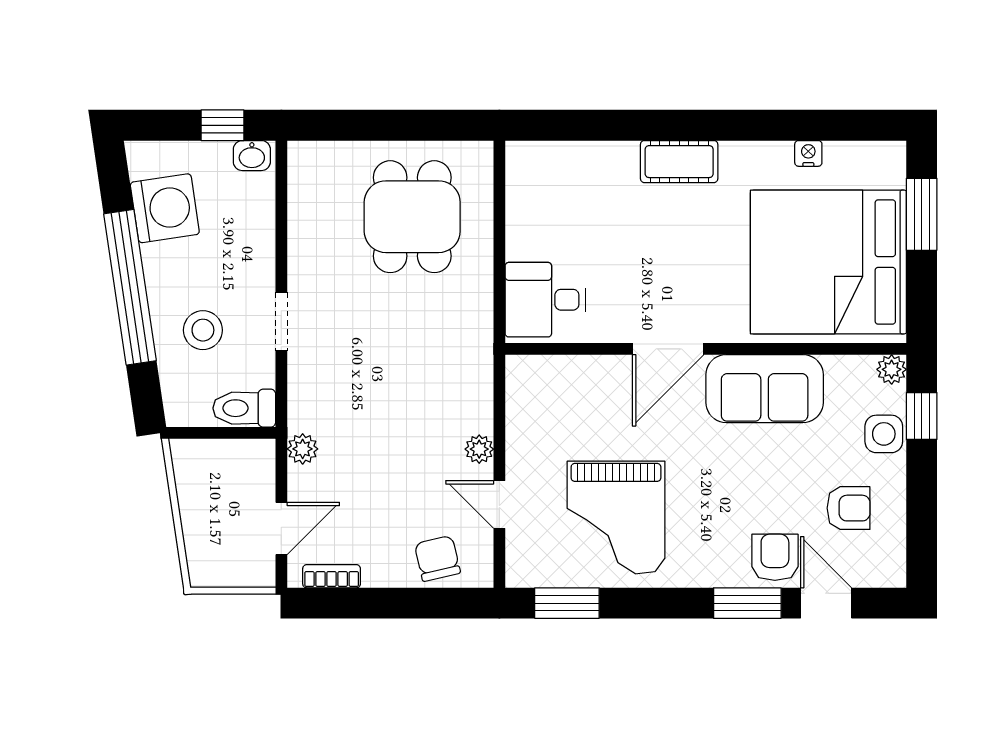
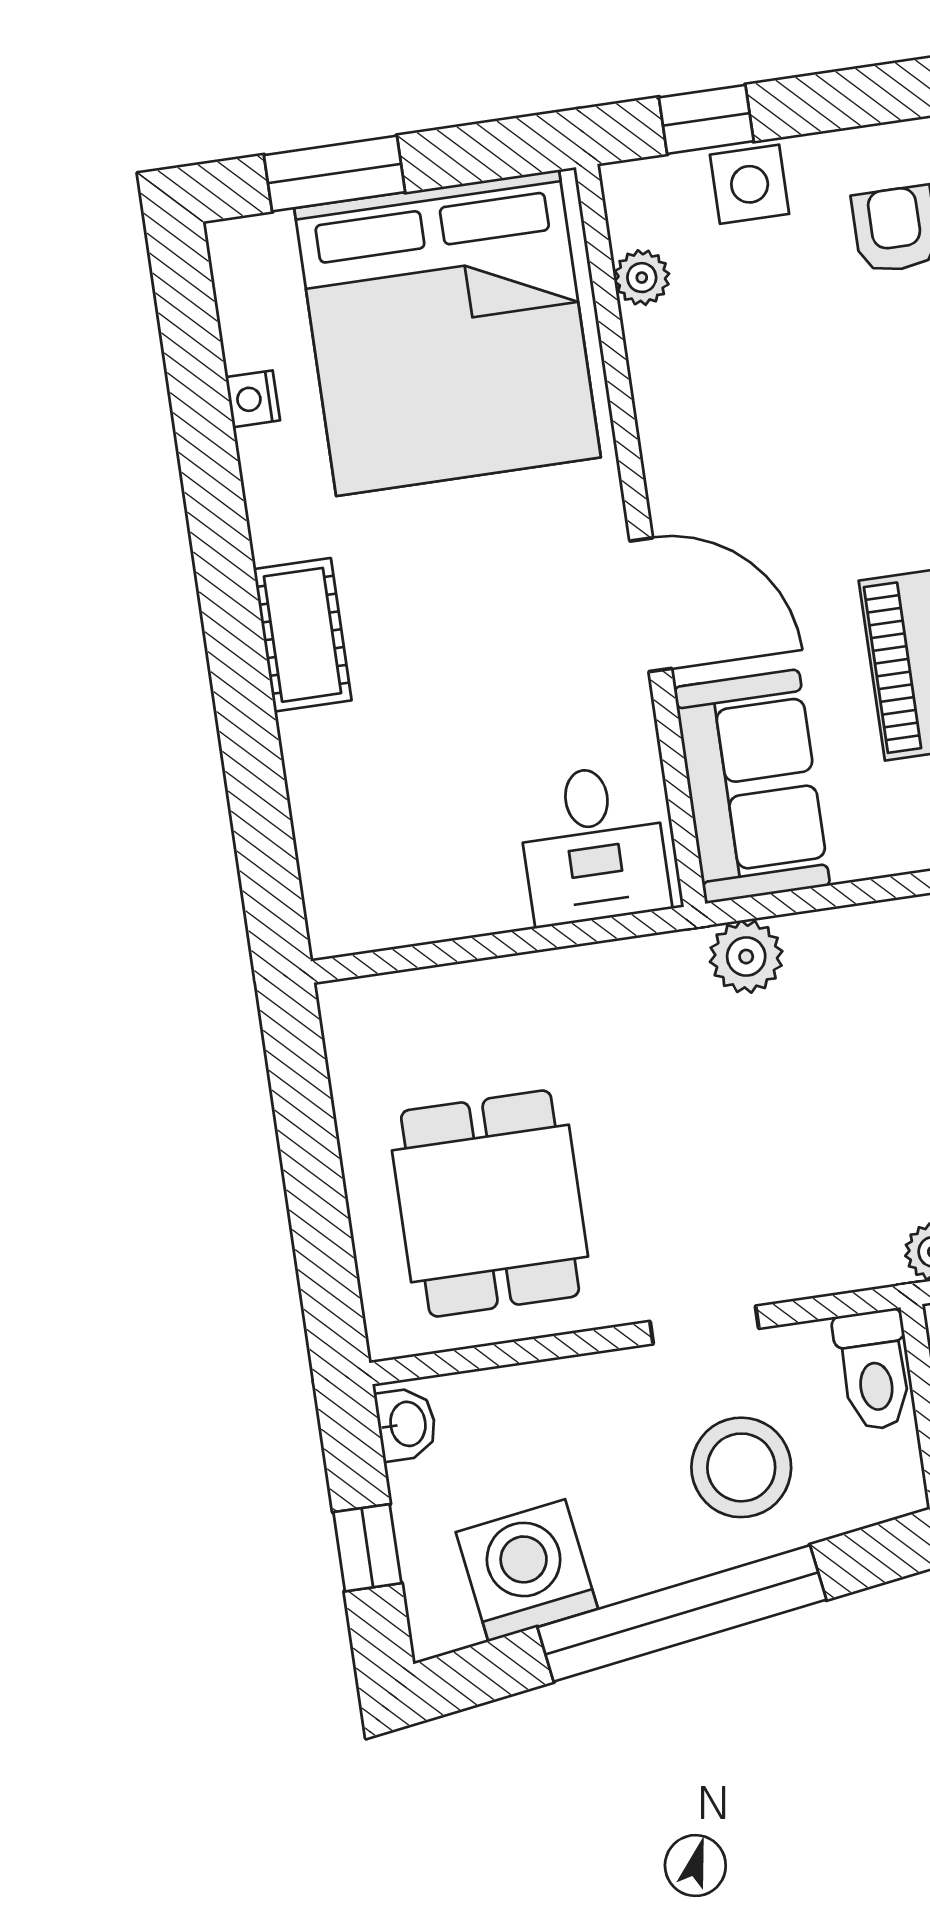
window: (223, 125) -> (367, 1548), moved
dining table: (412, 217) -> (490, 1203), moved, turned 90
stool: (203, 330) -> (741, 1467), width x1.38, depth x1.38
plant: (892, 369) -> (642, 278), moved
sofa: (765, 389) -> (752, 786), moved
plant: (479, 449) -> (746, 957), moved, width x1.38, depth x1.38

